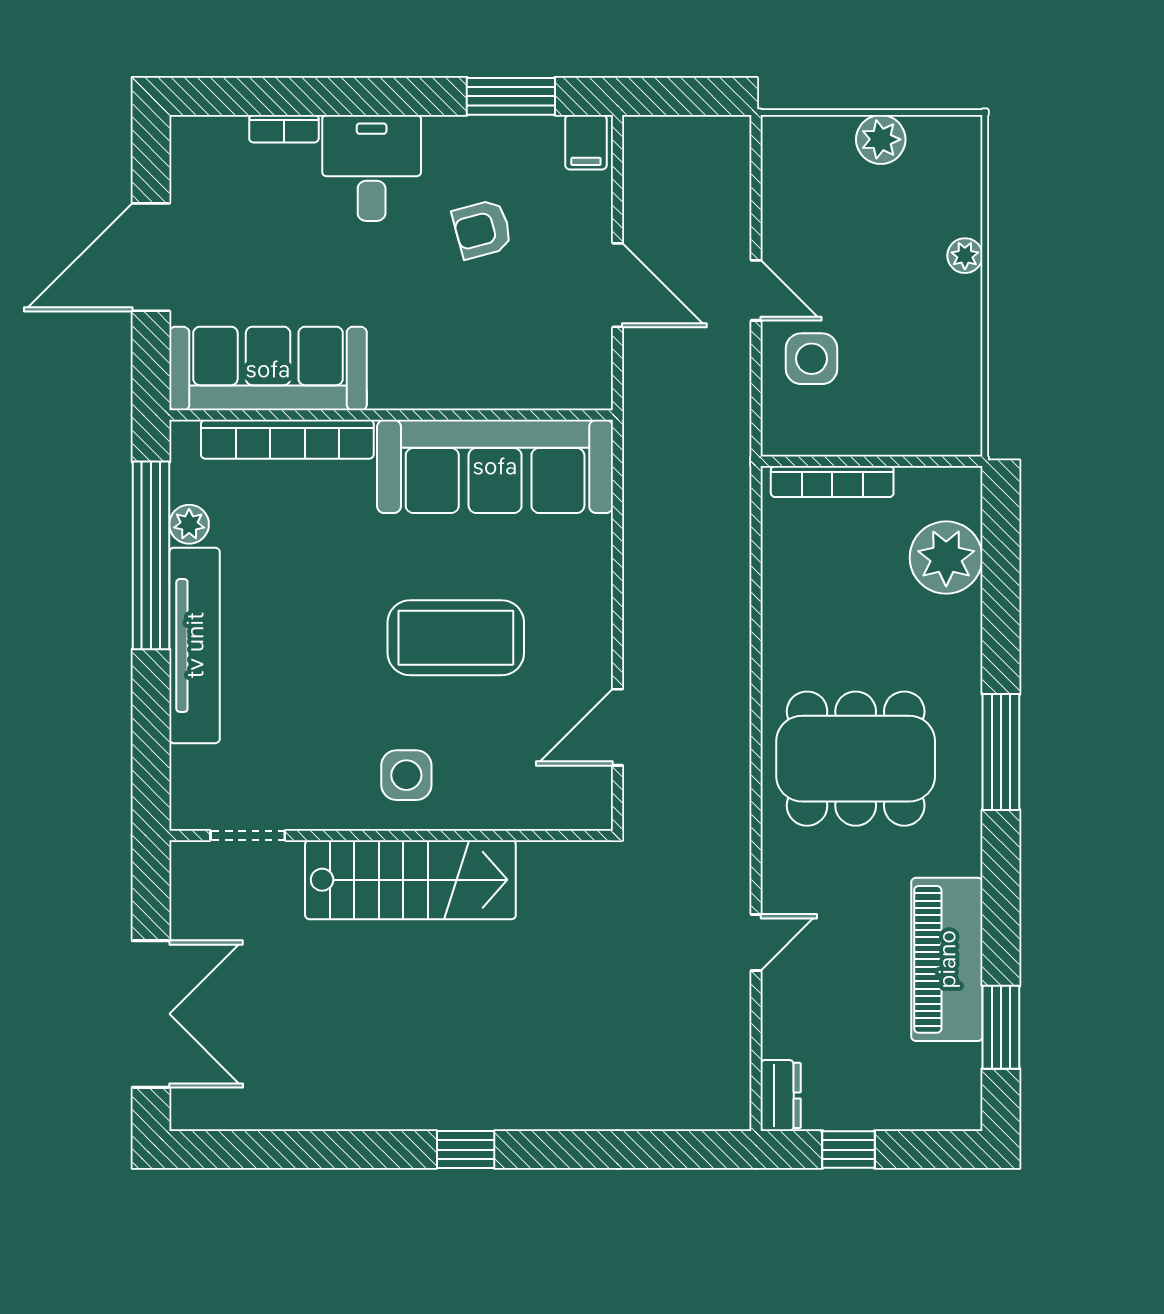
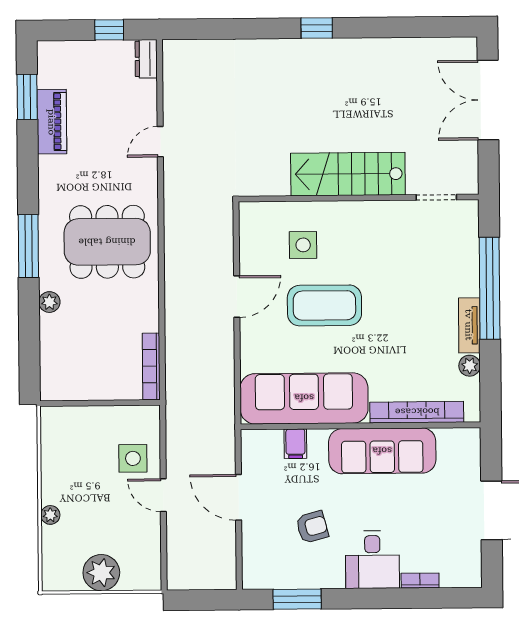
plant: (881, 139) -> (101, 573), width x1.36, depth x1.36
filing cabinet: (586, 142) -> (295, 444), moved, turned 180
sofa: (268, 369) -> (382, 451), moved
bookcase: (832, 482) -> (151, 366), moved, turned -90
window: (151, 555) -> (490, 288), moved
plant: (946, 558) -> (49, 302), moved, width x0.53, depth x0.53
tv unit: (195, 645) -> (469, 325), width x0.52, depth x0.78
door: (618, 727) -> (237, 297), moved
side table: (406, 775) -> (303, 245), moved
piano: (947, 959) -> (52, 122), width x0.73, depth x0.75

